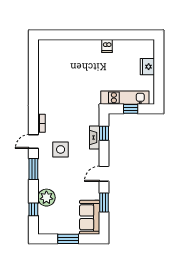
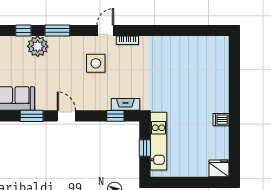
fridge: (147, 67) -> (219, 168), moved
fireplace: (95, 138) -> (125, 104), moved
door: (33, 142) -> (105, 30), hinge flipped
window: (33, 169) -> (57, 30), moved

